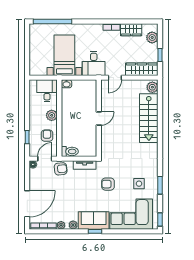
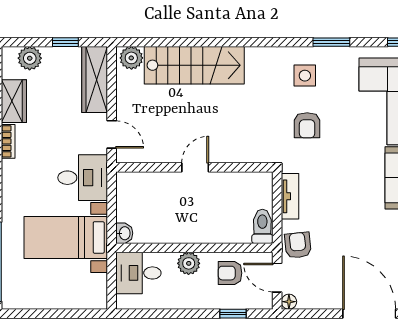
door: (99, 119) -> (195, 167), hinge flipped
armchair: (108, 184) -> (307, 125), moved
side table: (139, 184) -> (305, 76), moved

